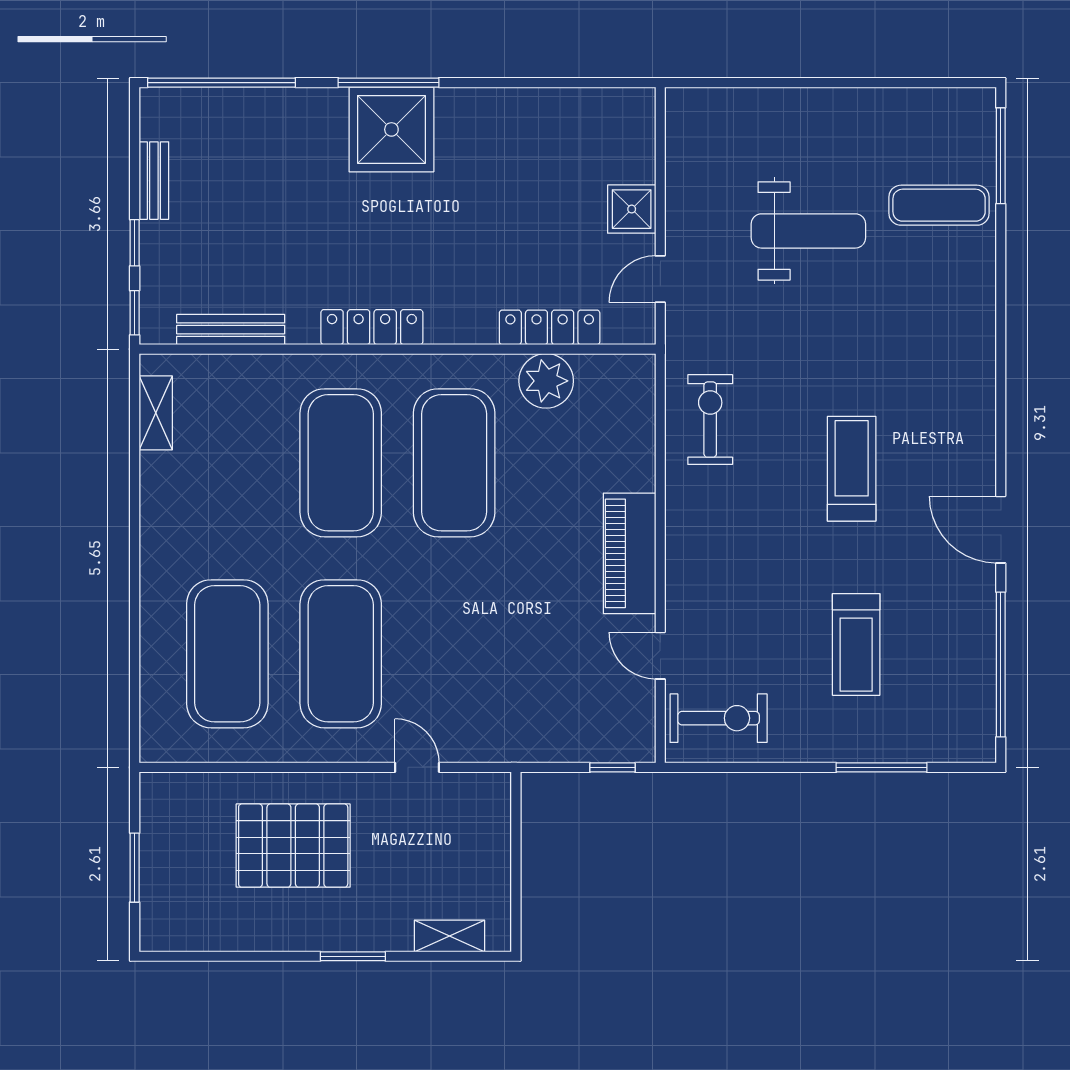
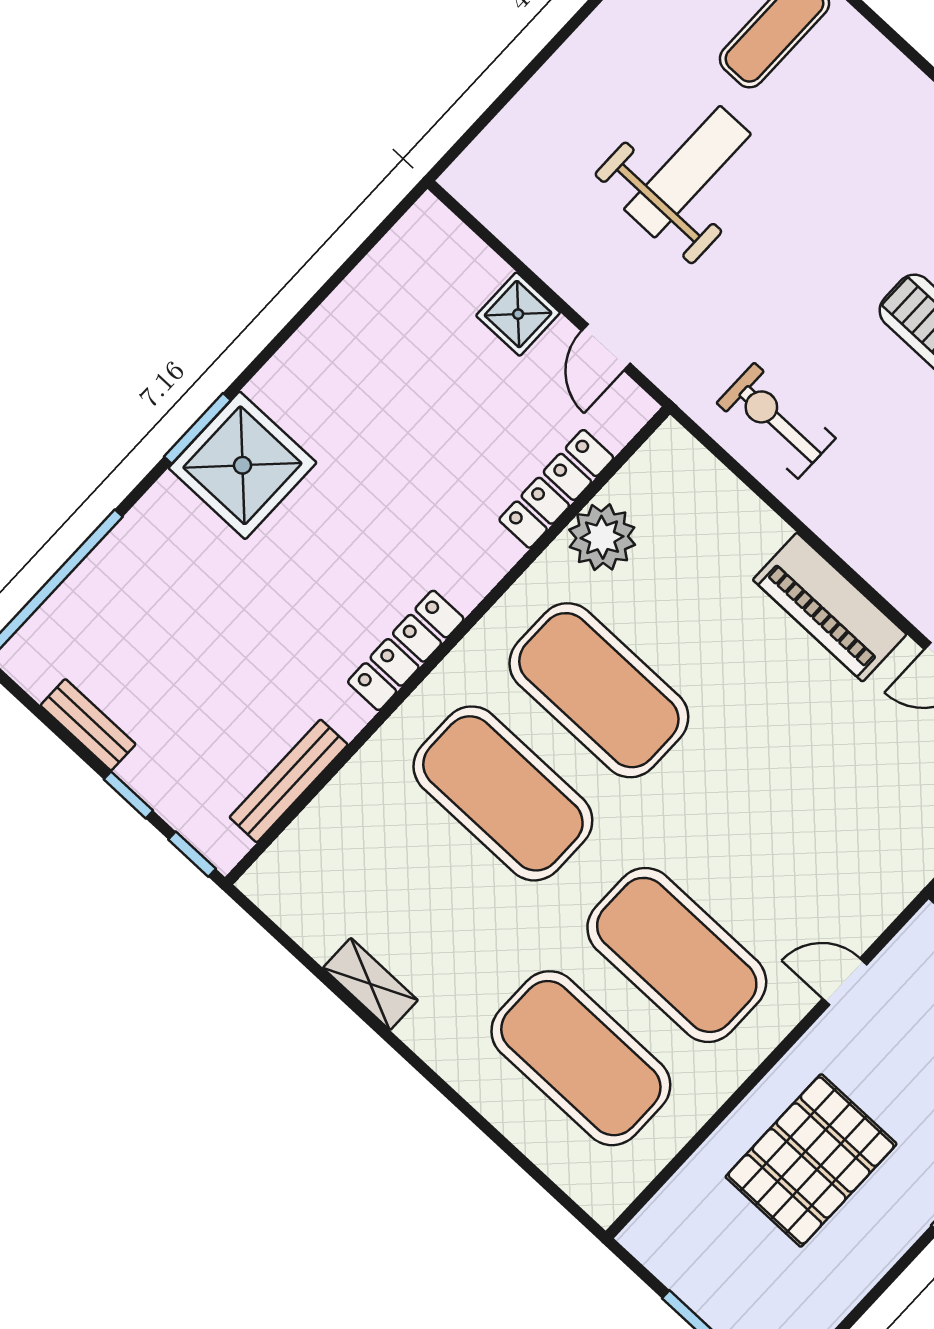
window: (389, 83) -> (197, 428), width x0.69
shelving: (156, 413) -> (370, 984), moved

